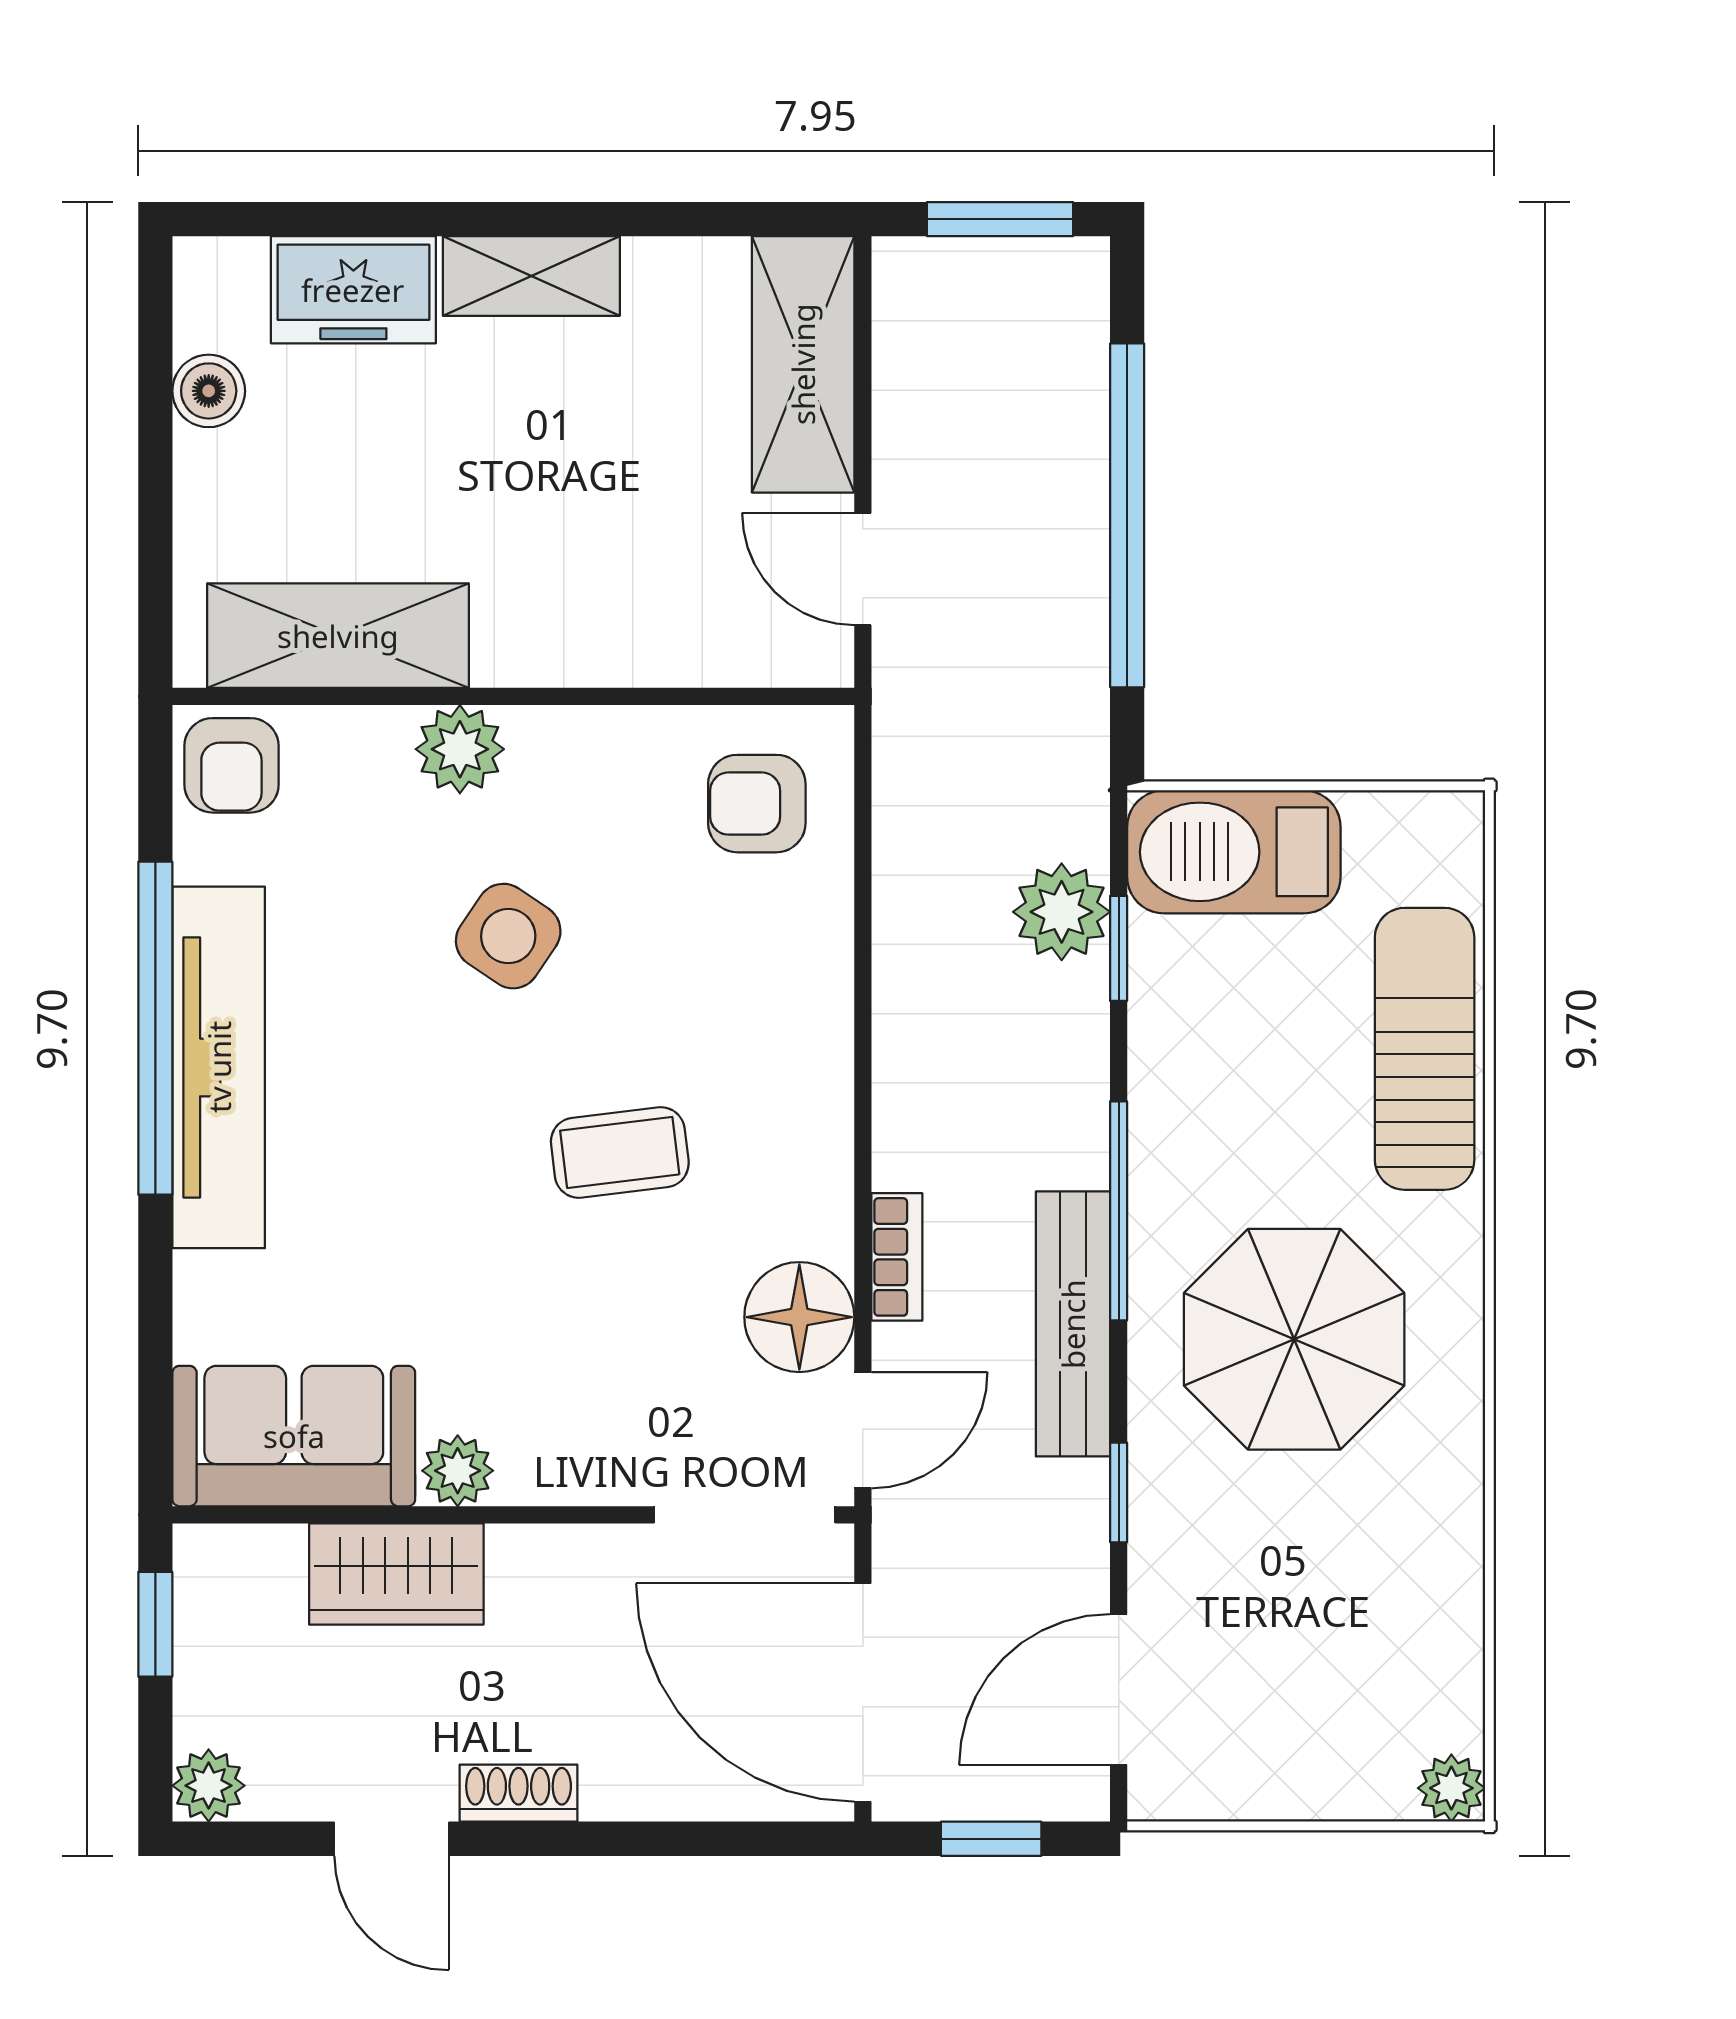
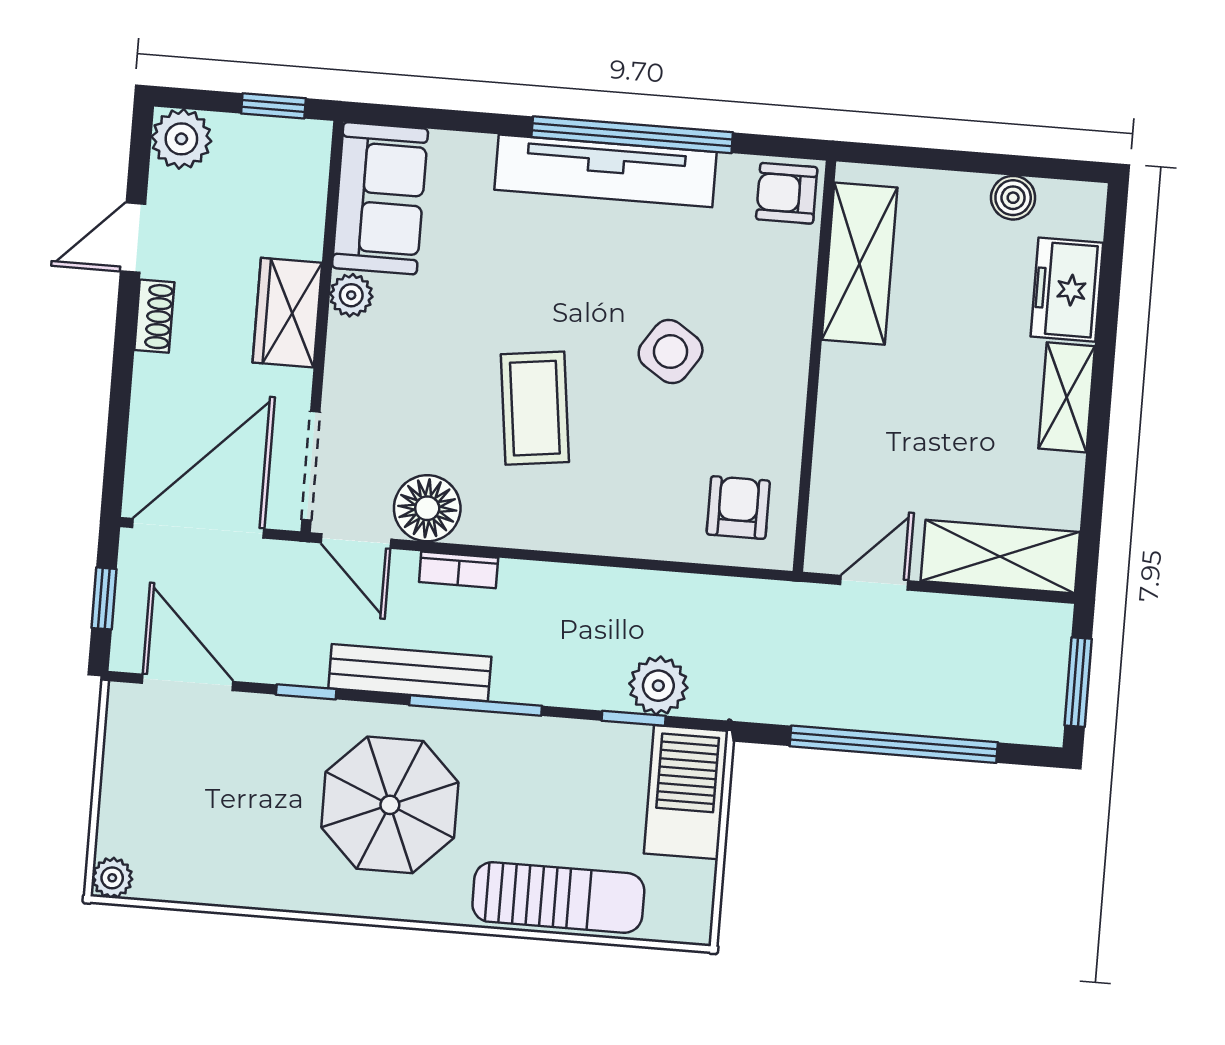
plant: (460, 749) -> (785, 331), removed
coffee table: (620, 1152) -> (535, 408), width x1.36, depth x1.30
wardrobe: (396, 1574) -> (287, 313), moved
plant: (209, 1786) -> (181, 139), width x1.38, depth x1.38

